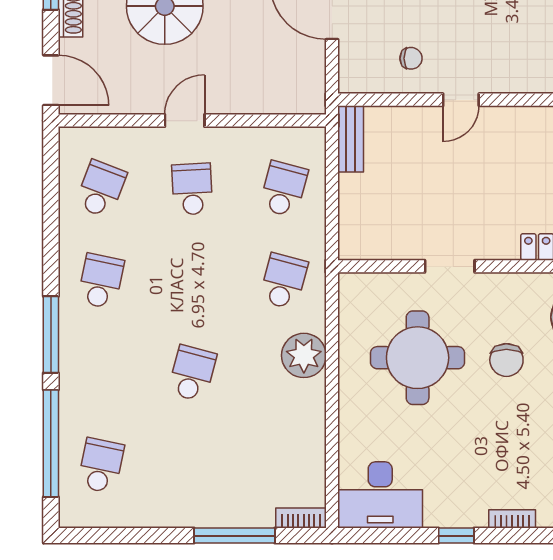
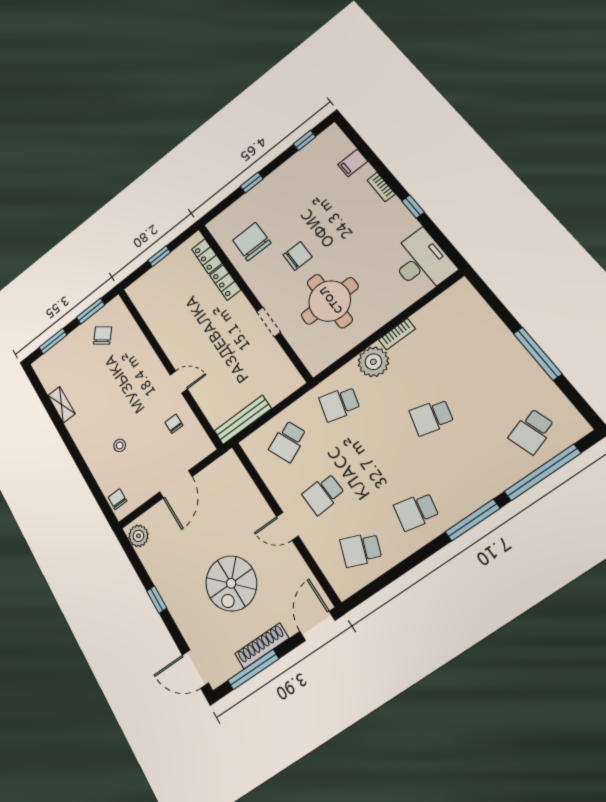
bench: (351, 139) -> (243, 420), width x1.36
school desk: (284, 189) -> (288, 441), turned -39
school desk: (101, 466) -> (532, 431), turned -30
bookcase: (301, 518) -> (397, 334), moved, turned -90
window: (234, 536) -> (538, 354), moved

